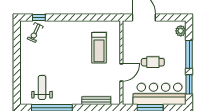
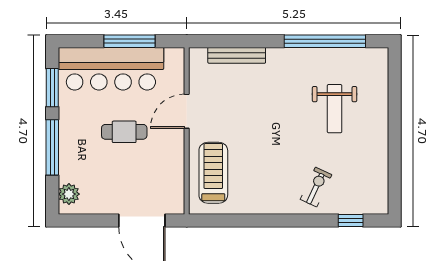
exercise bike: (35, 33) -> (316, 187), moved
treadmill: (99, 48) -> (213, 173), moved
weight bench: (42, 87) -> (335, 109), moved

